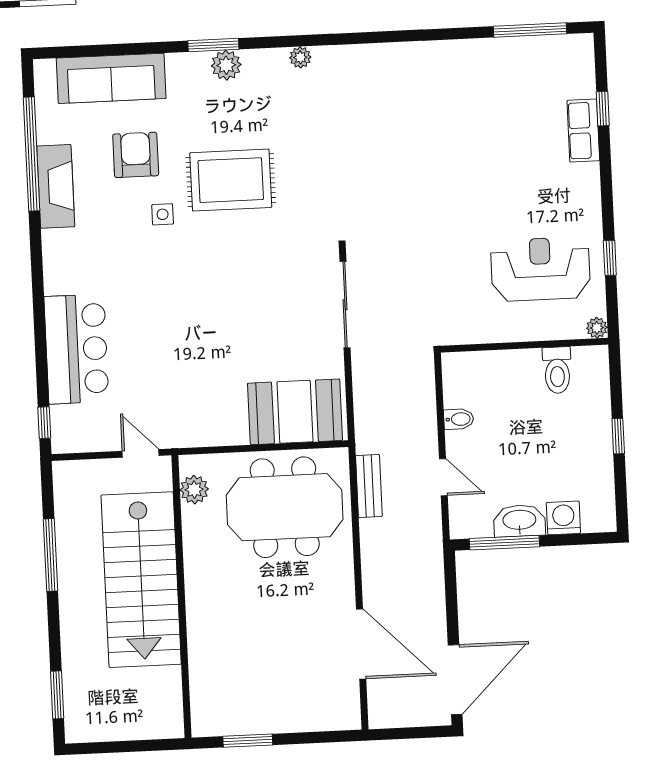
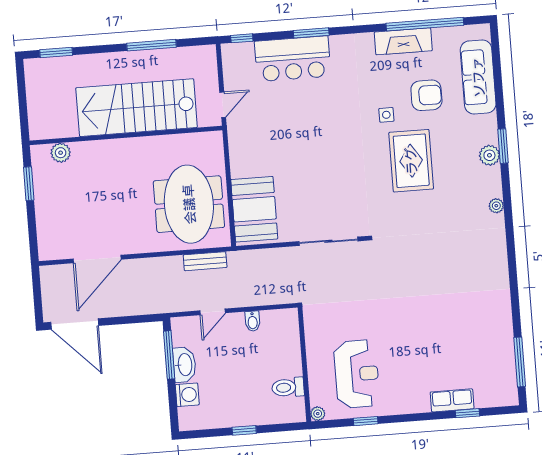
window: (39, 321) -> (311, 33), added
plant: (194, 490) -> (61, 153), moved

